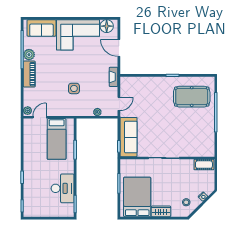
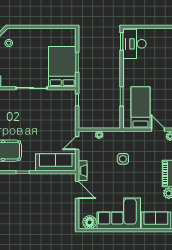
door: (119, 48) -> (77, 190), moved
door: (40, 117) -> (158, 130), swing flipped
sofa: (129, 137) -> (56, 162), moved, turned 90
desk: (63, 188) -> (134, 44), moved
bed: (137, 197) -> (62, 67), moved, turned 180
wardrobe: (161, 211) -> (34, 34), removed

